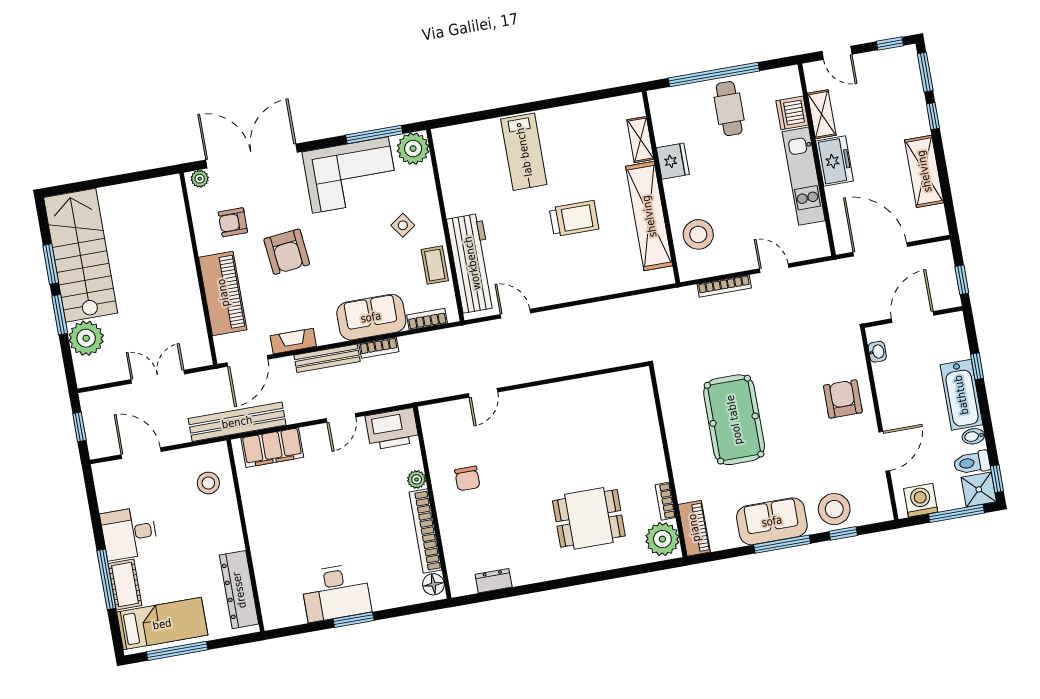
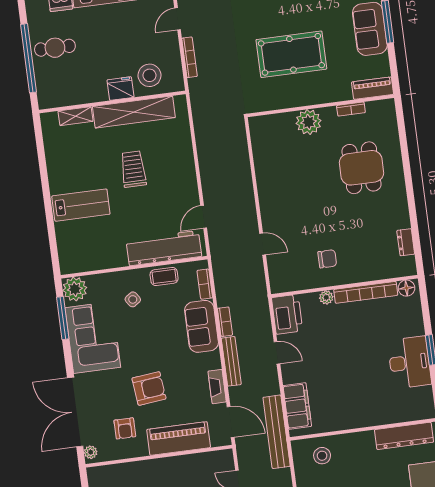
fridge: (673, 161) -> (120, 89), moved
plant: (662, 539) -> (309, 122), moved

